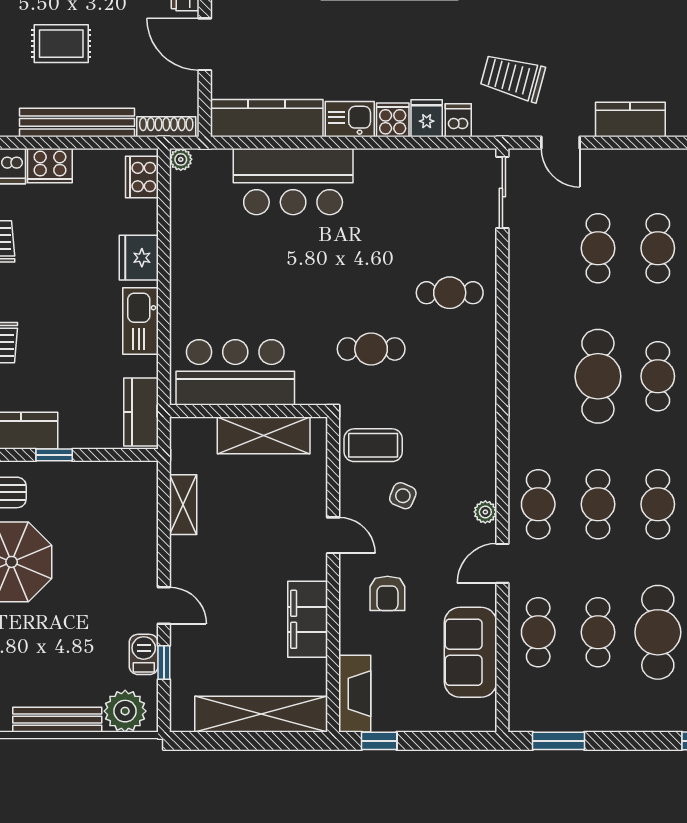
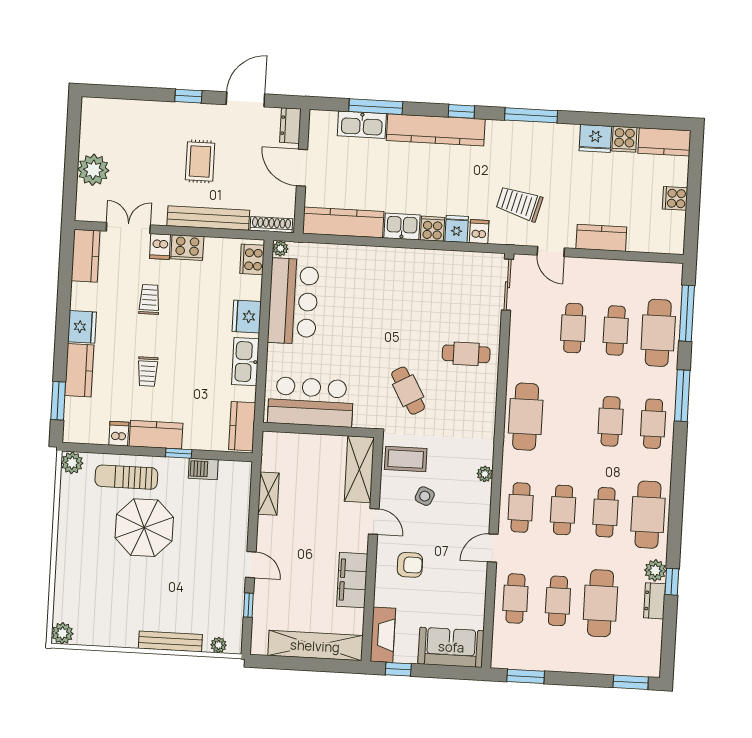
rug: (61, 44) -> (200, 161), turned 90
bar counter: (293, 182) -> (293, 301), moved, turned -90
cafe table: (371, 349) -> (408, 391), turned 61
cafe table: (598, 376) -> (526, 417), moved
shelving: (264, 435) -> (359, 469), moved, turned 90
plant: (485, 512) -> (485, 474), moved
armchair: (387, 593) -> (410, 565), turned -90
sofa: (470, 652) -> (451, 647), moved, turned 90
barbecue: (144, 654) -> (203, 469), moved, turned -90
plant: (125, 711) -> (219, 645), width x0.53, depth x0.53

